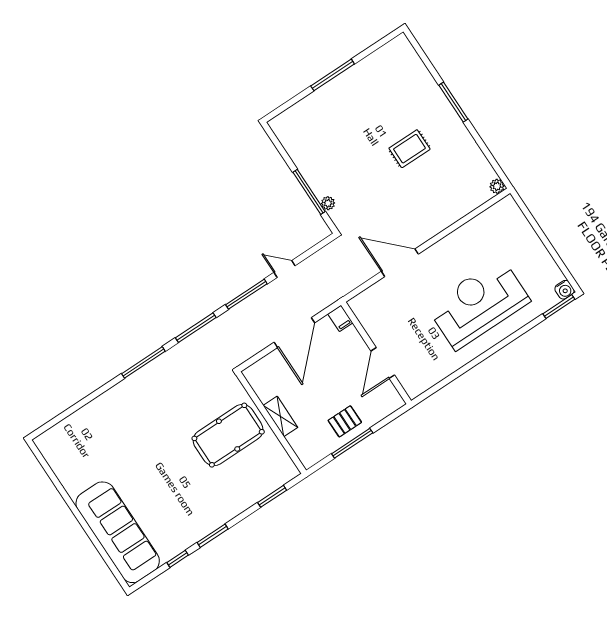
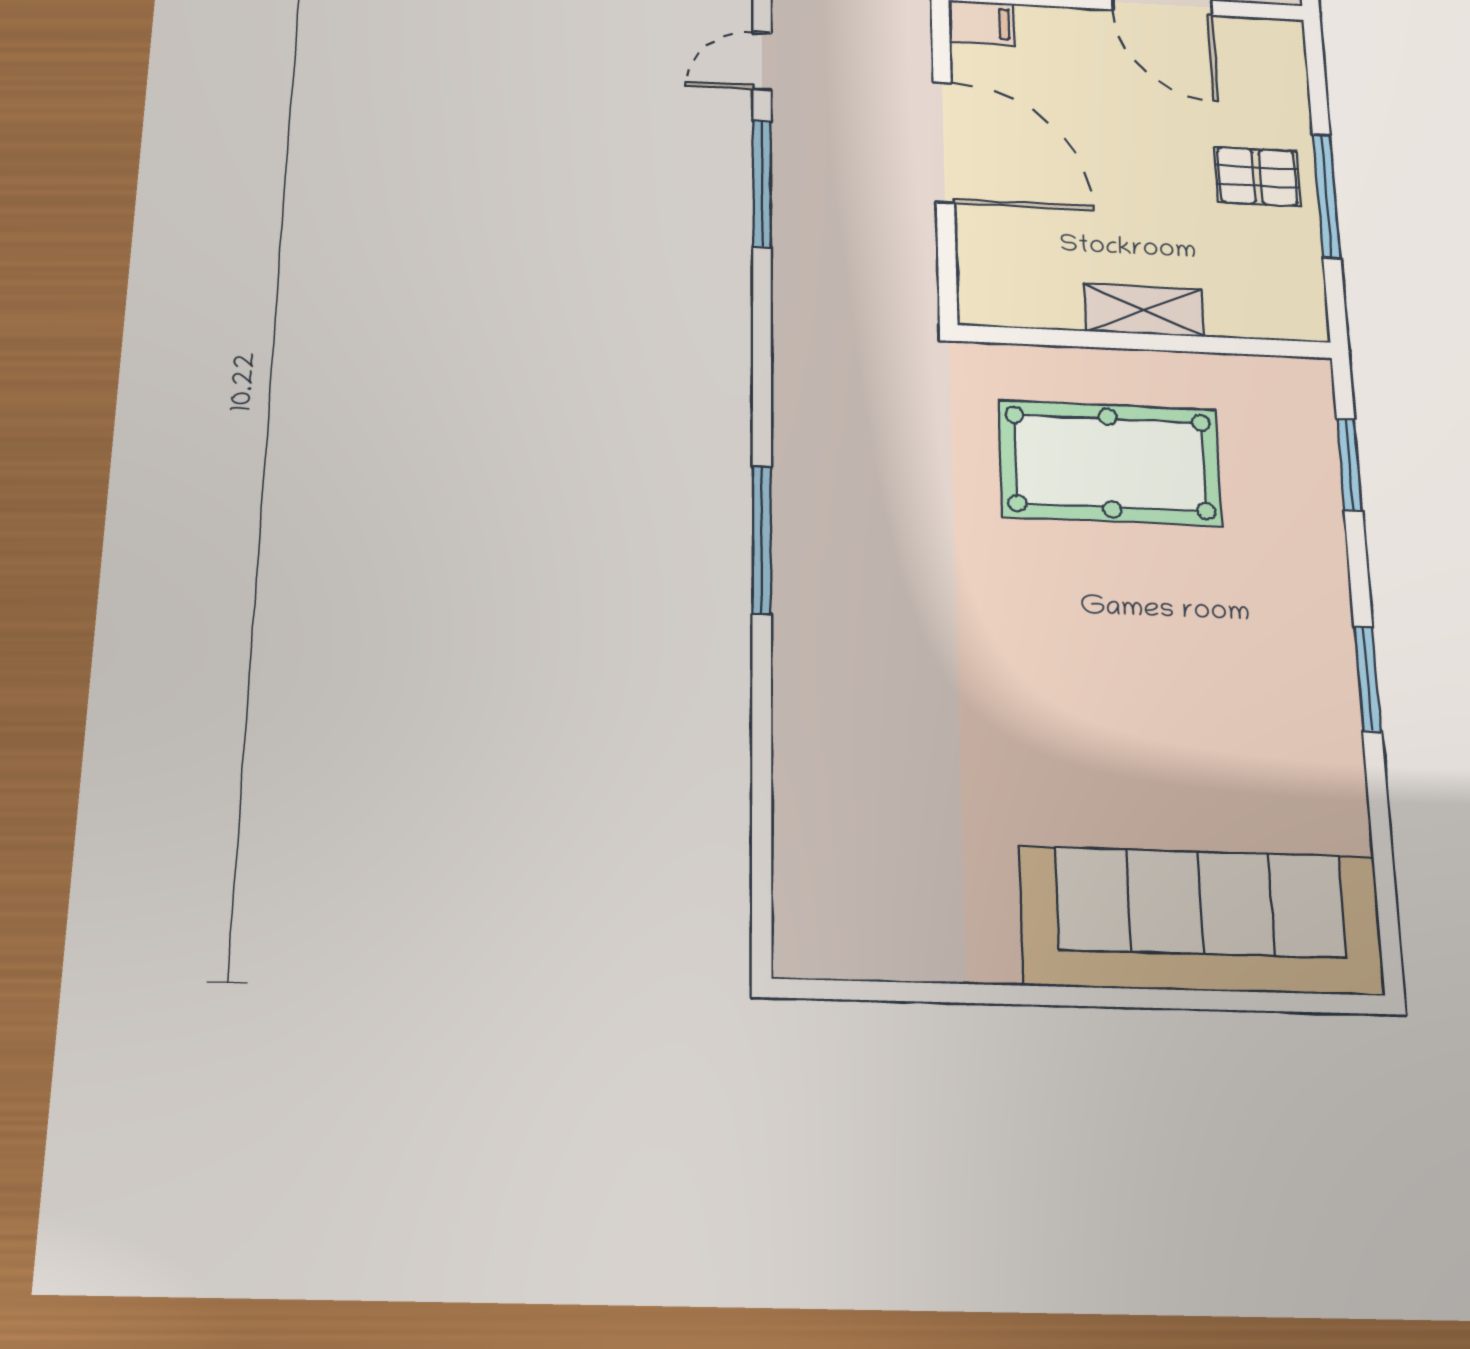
window: (196, 328) -> (762, 354), removed
pallet: (345, 421) -> (1257, 177), turned 90
pool table: (228, 435) -> (1110, 463), turned 90
window: (178, 559) -> (1379, 811), removed

